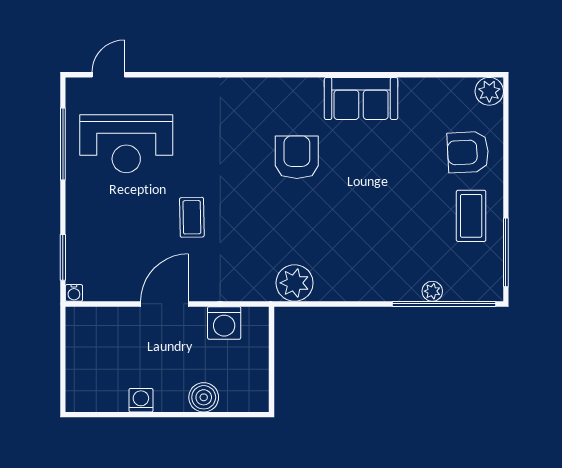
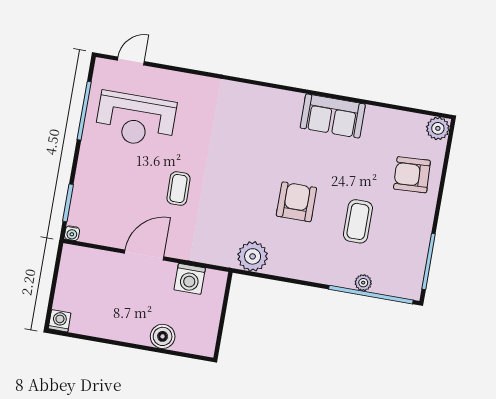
armchair: (297, 157) -> (296, 202), moved
coffee table: (471, 216) -> (358, 221), moved
washing machine: (141, 400) -> (60, 321), moved

